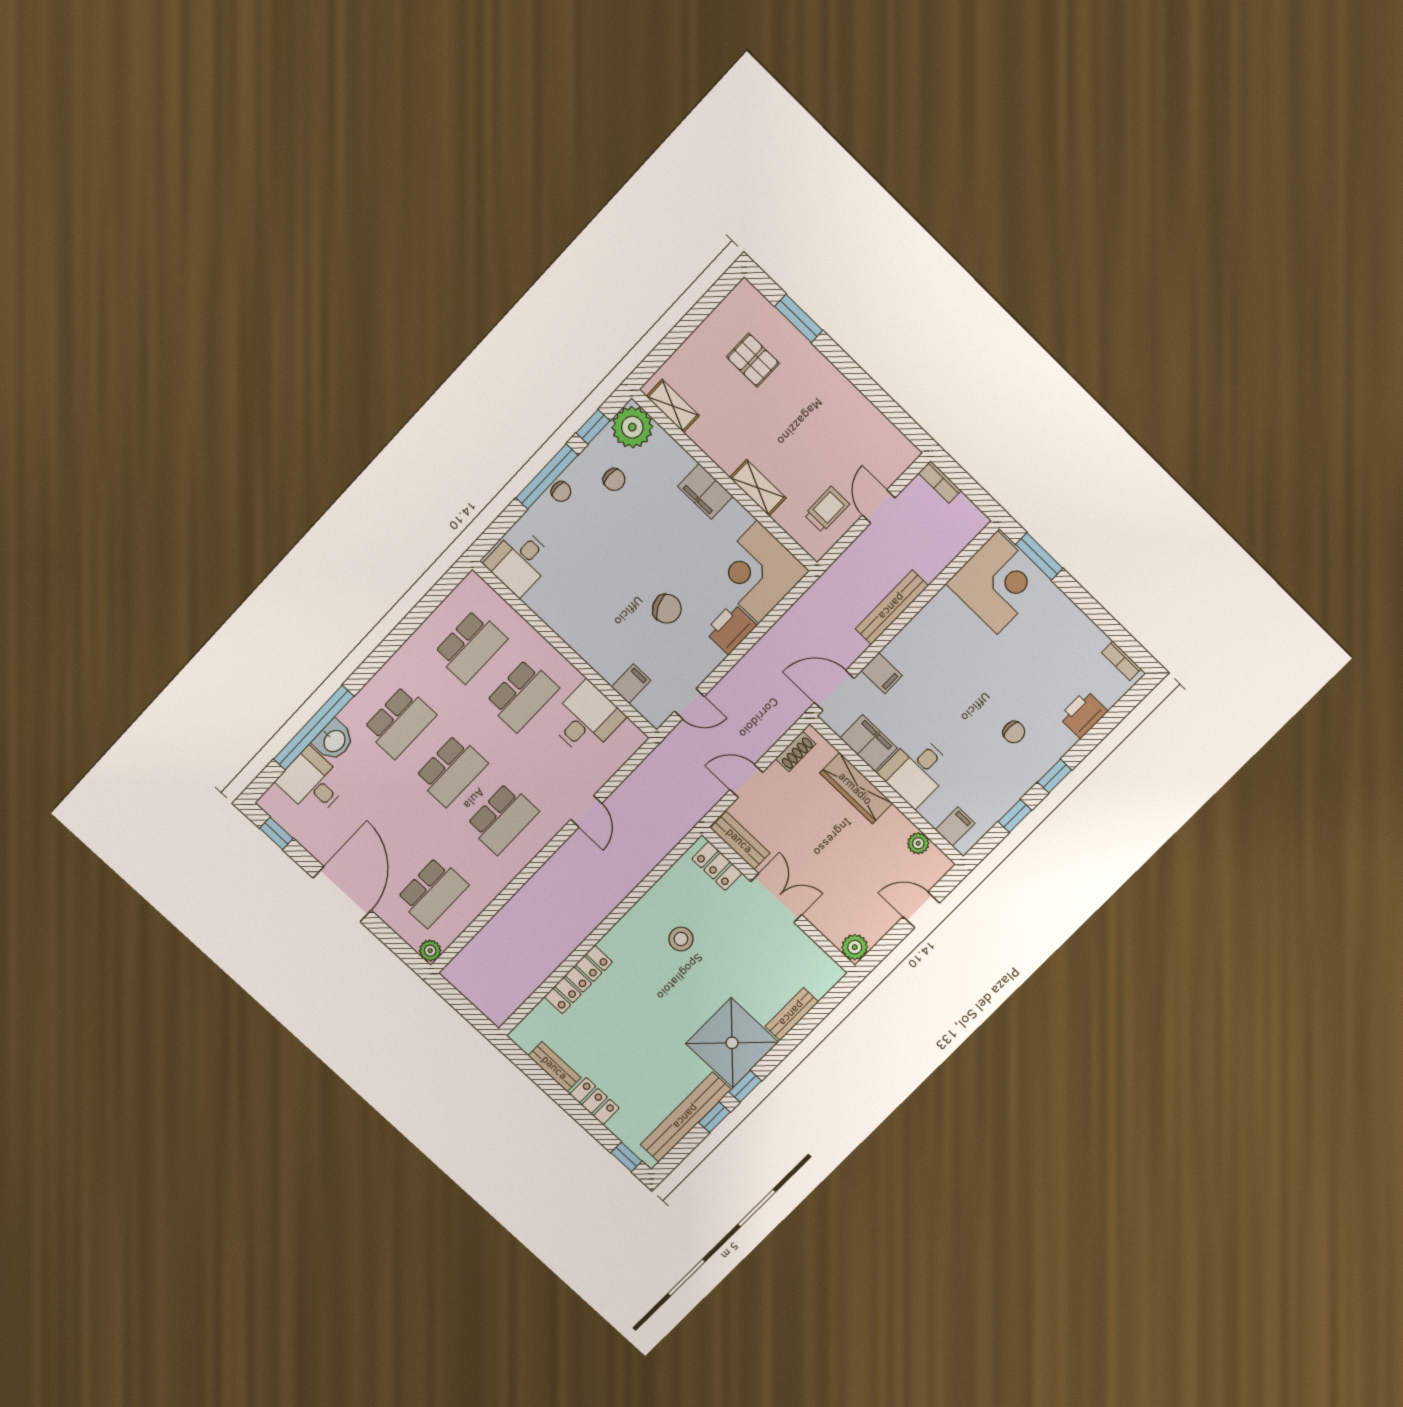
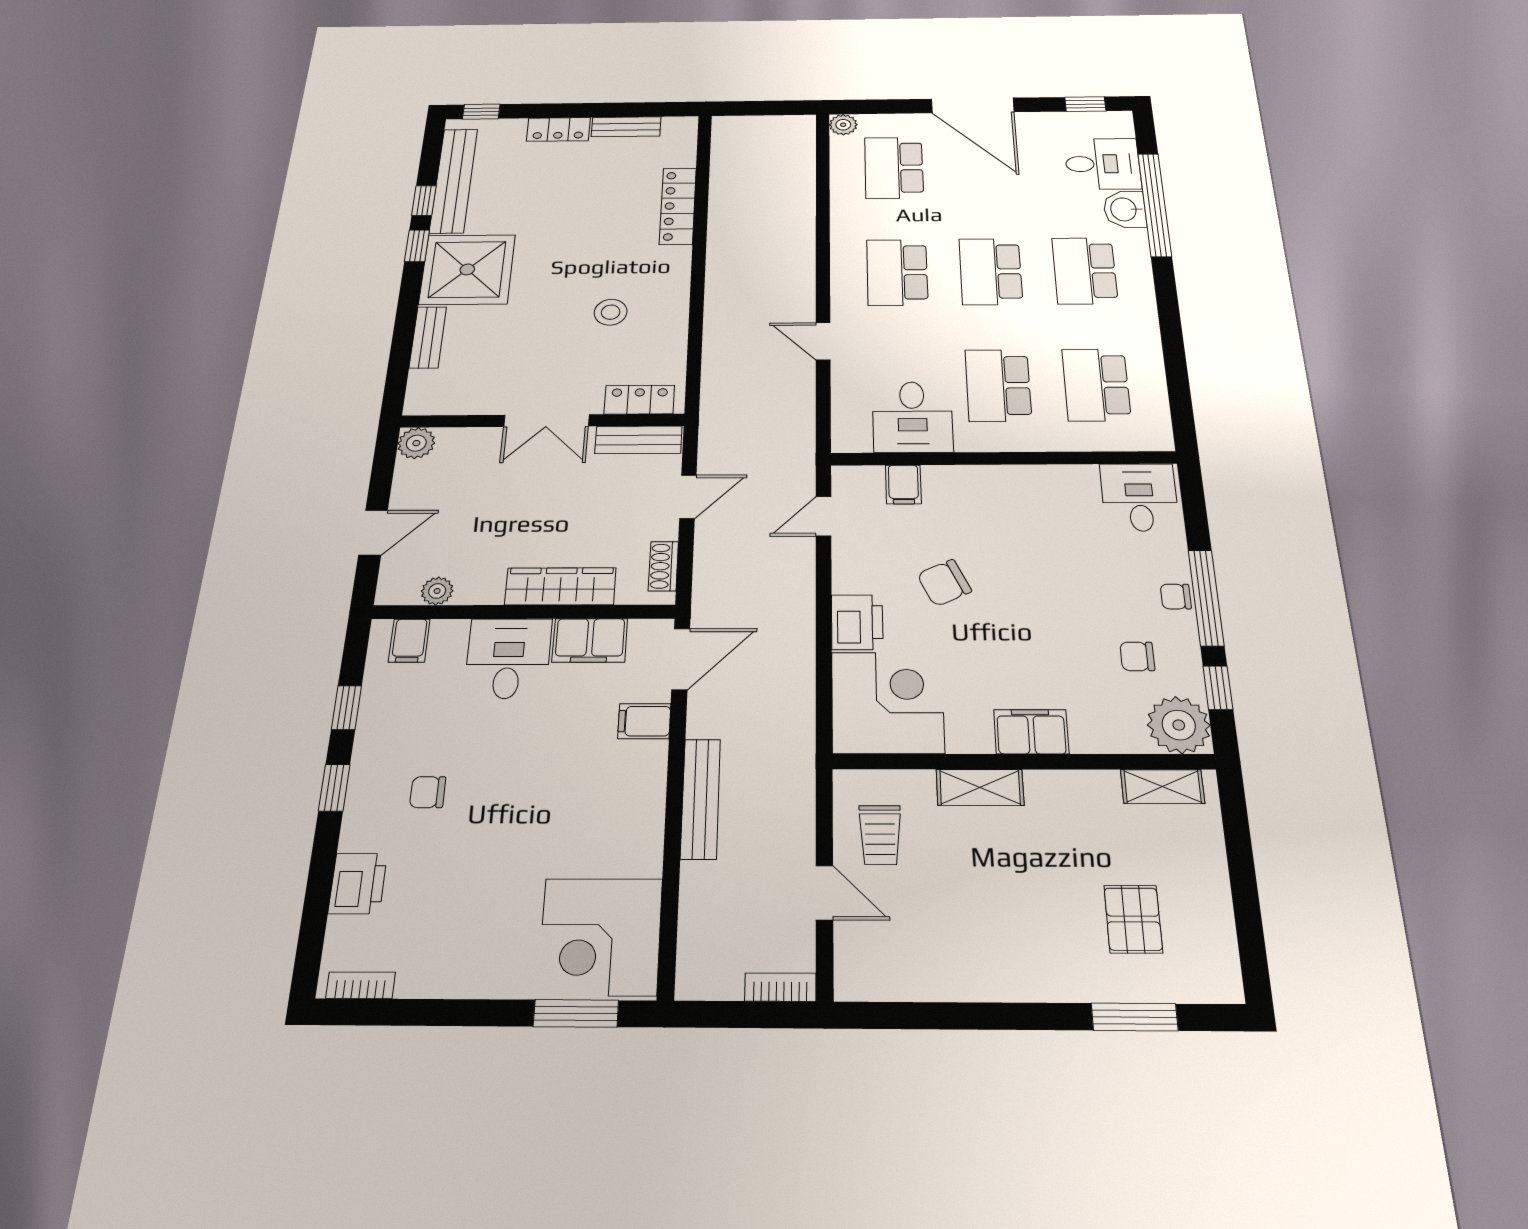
pallet: (753, 360) -> (1133, 919), turned 90

